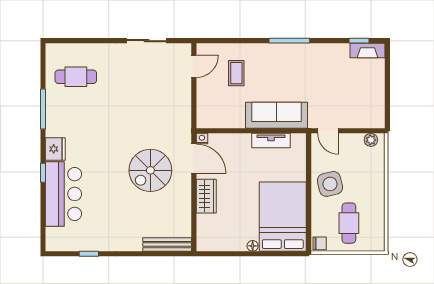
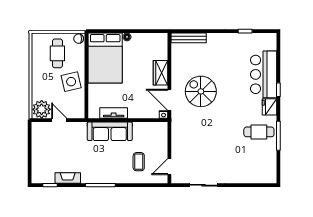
fireplace: (368, 50) -> (68, 178), moved
cafe table: (76, 77) -> (259, 132), moved
door: (328, 131) -> (59, 120), moved
plant: (371, 140) -> (42, 109), width x1.88, depth x1.88
spiral stairs: (150, 170) -> (201, 91), turned -90

